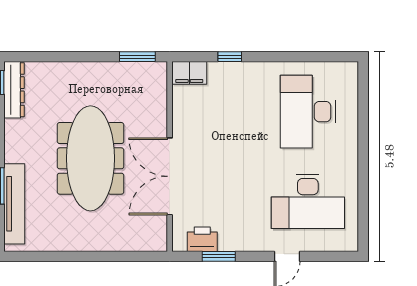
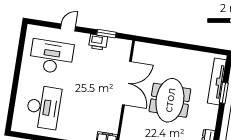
meeting table: (90, 158) -> (170, 100), width x0.73
printer: (202, 239) -> (98, 42), moved

